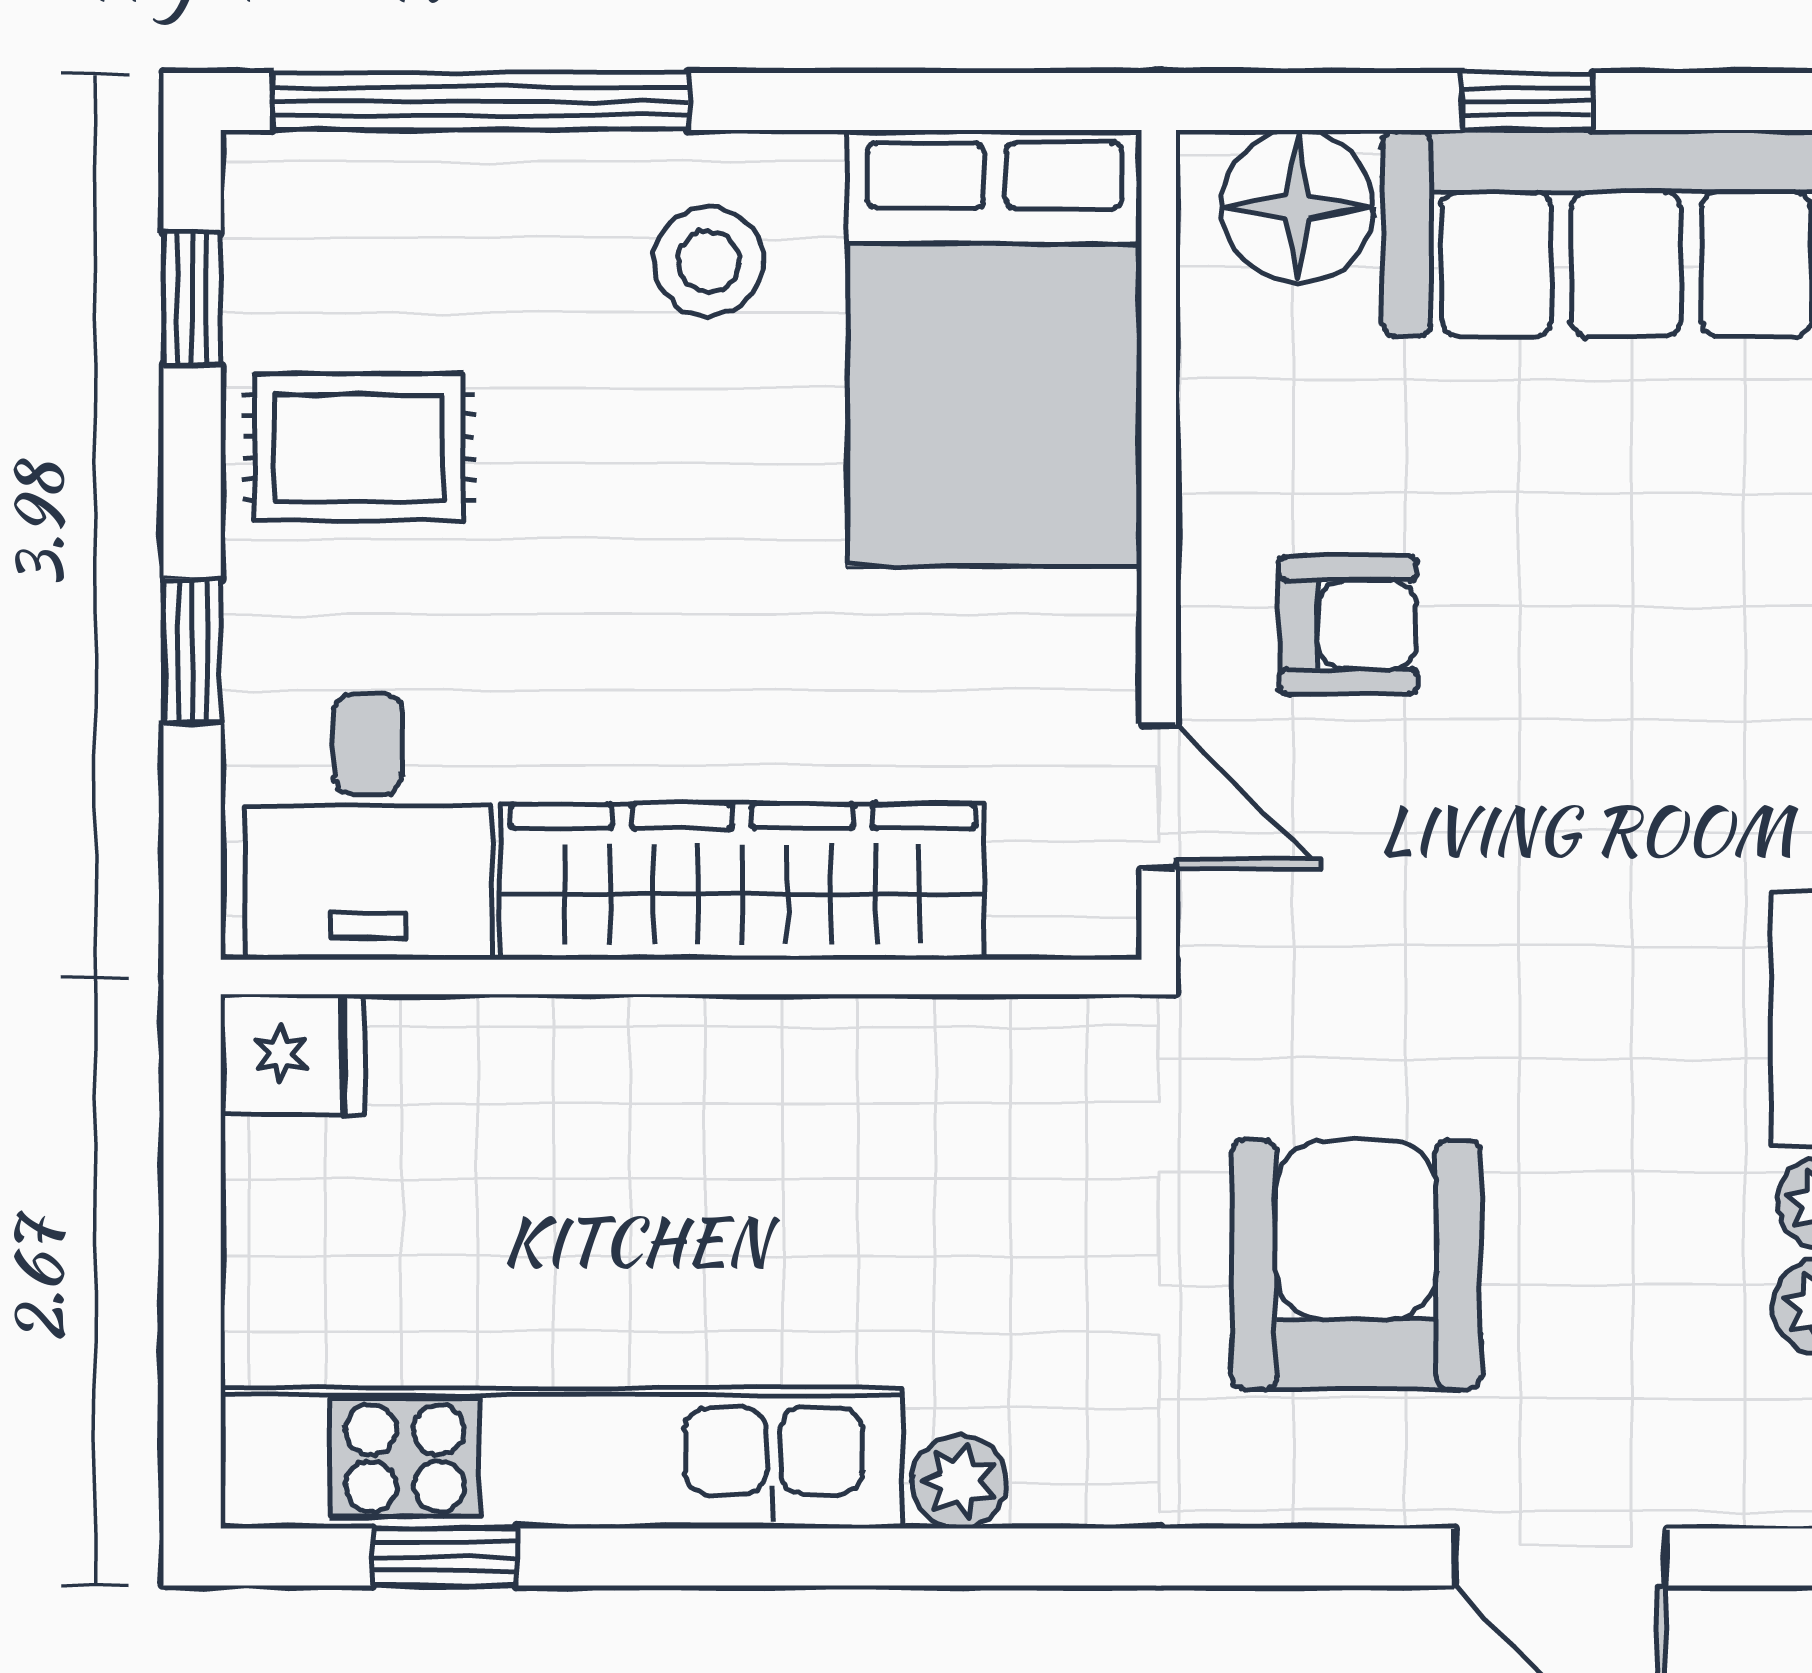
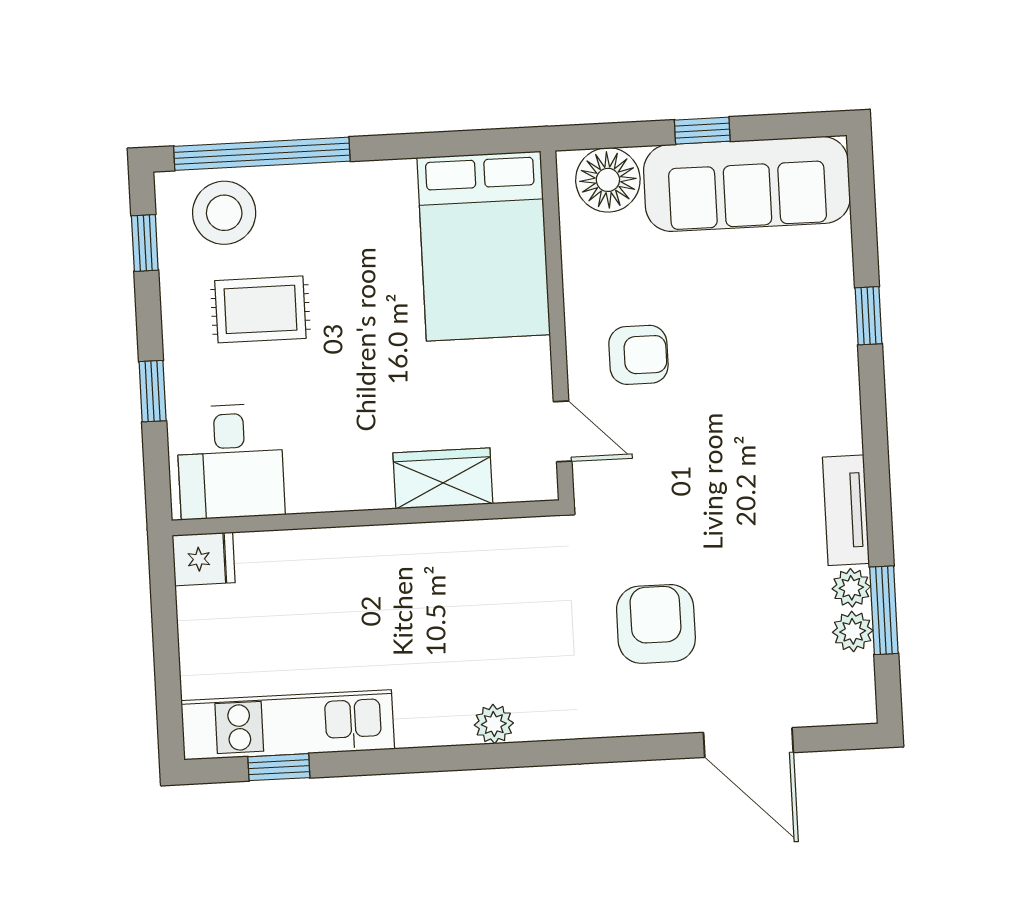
stool: (709, 261) -> (224, 213), moved, width x1.38, depth x1.38
rug: (359, 447) -> (260, 309), moved
wardrobe: (743, 882) -> (443, 478), width x0.48, depth x0.85
armchair: (1356, 1265) -> (656, 624), width x0.73, depth x0.73
kitchen unit: (562, 1458) -> (288, 725), width x0.73

